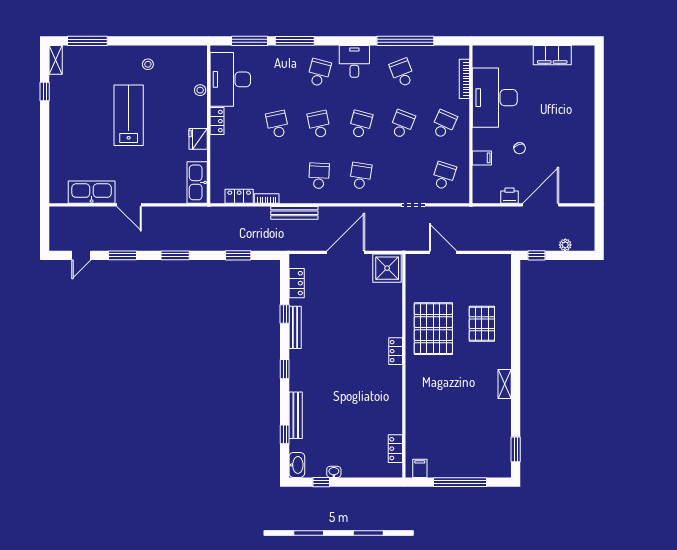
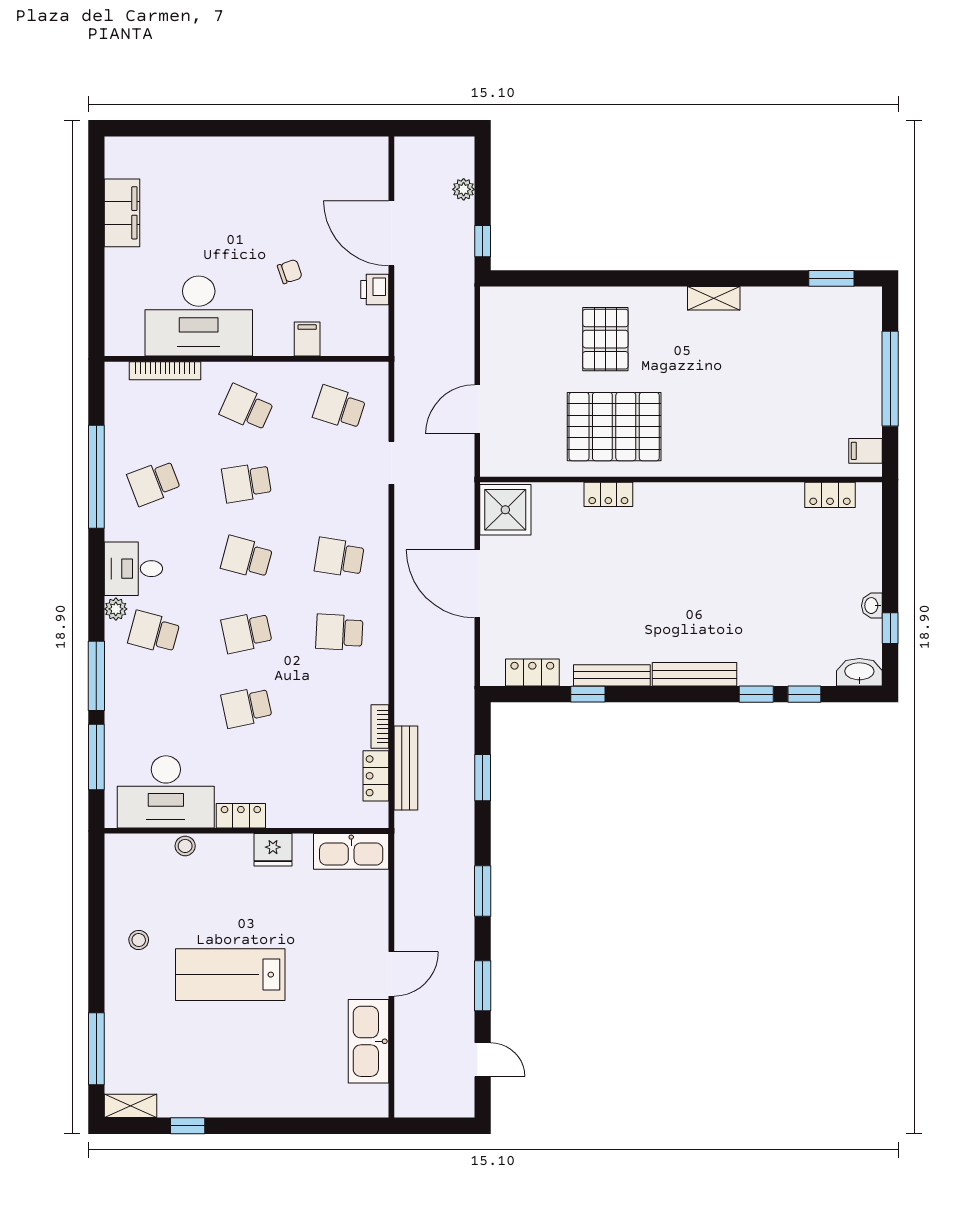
plant: (332, 52) -> (116, 609), added
school desk: (402, 124) -> (247, 483), turned -30
bench: (294, 213) -> (406, 768), moved
pallet: (482, 324) -> (605, 339), turned 90
locker: (396, 351) -> (608, 494), moved
window: (285, 369) -> (756, 694), moved
bench: (296, 415) -> (695, 674), moved

